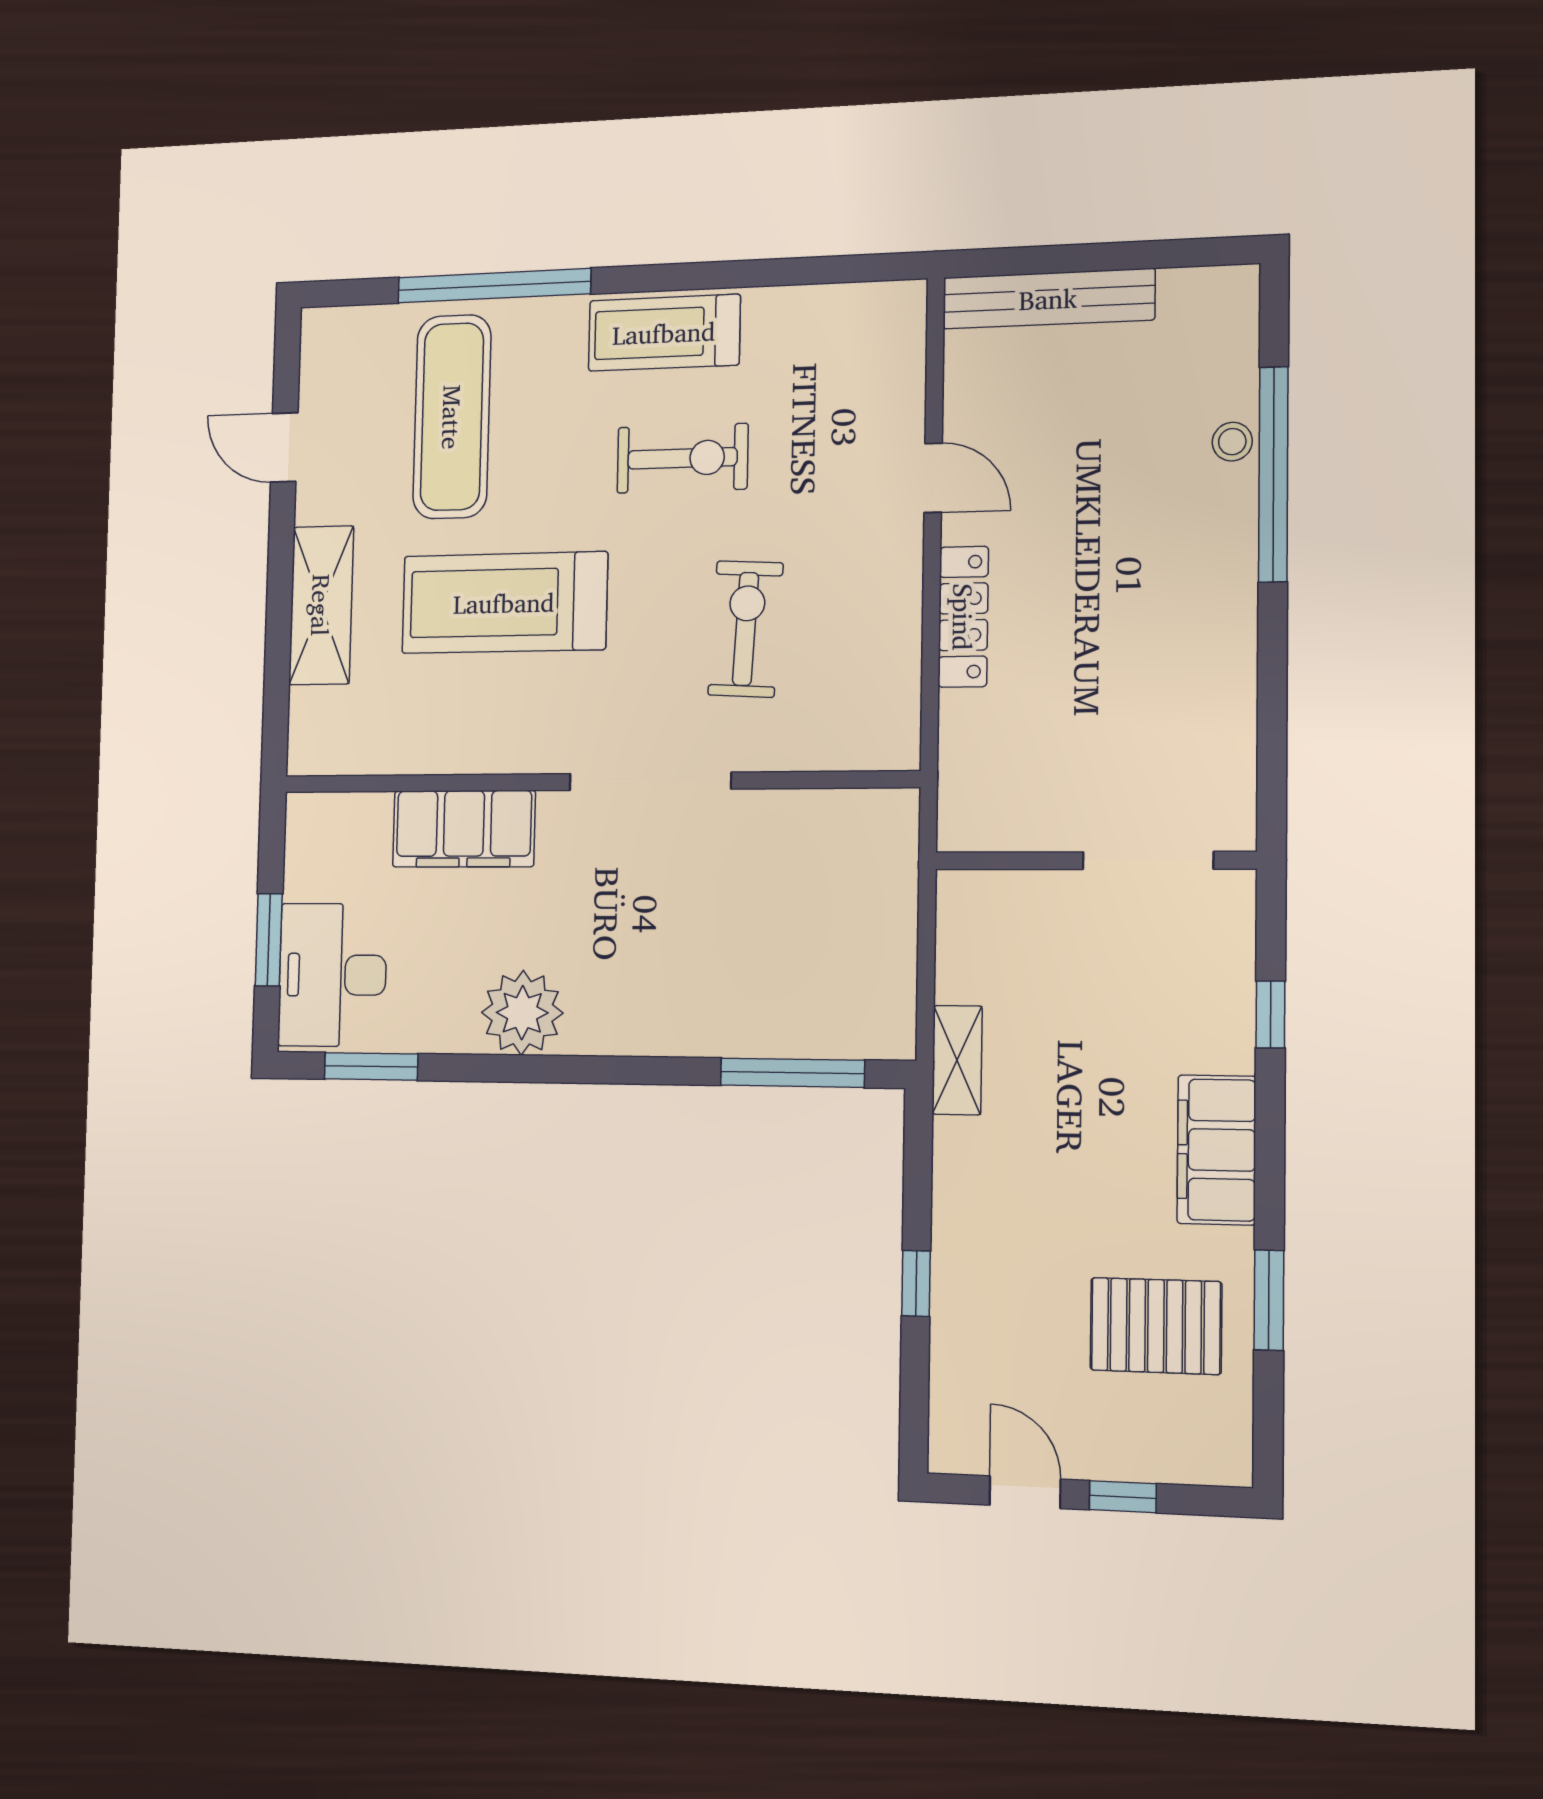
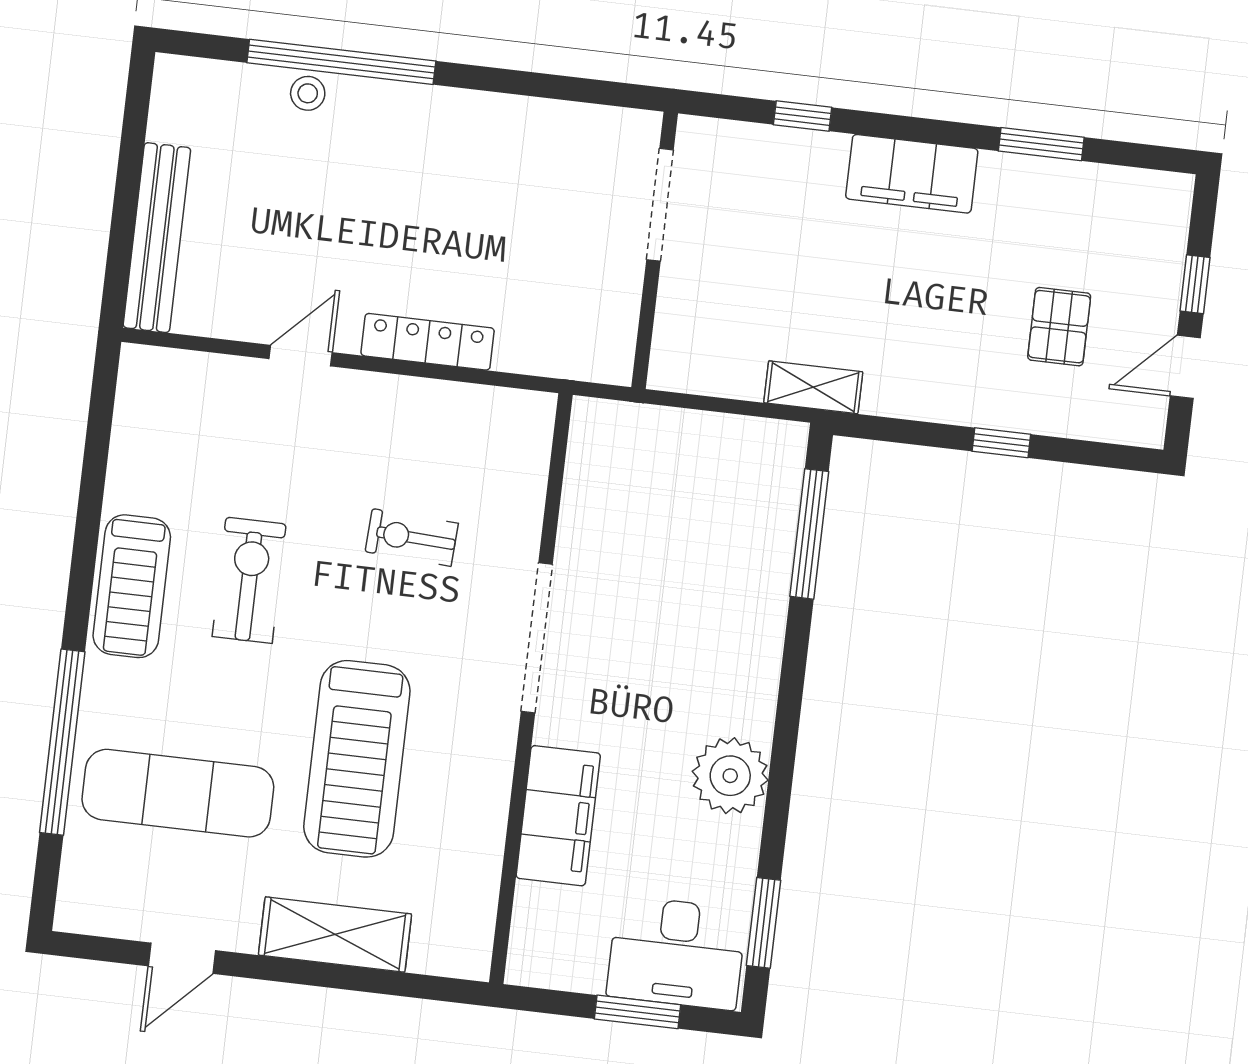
exercise bike: (746, 629) -> (412, 537), width x0.73, depth x0.72
pallet: (1156, 1326) -> (1059, 327), moved, width x0.67, depth x0.71

